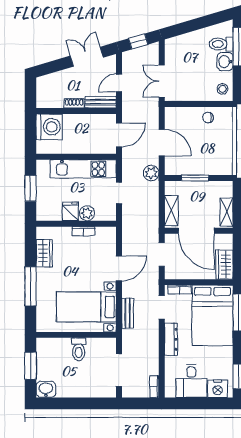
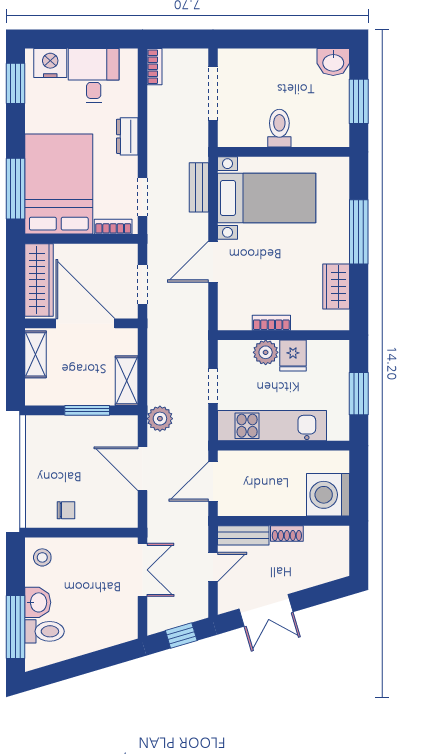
shelving: (171, 210) -> (127, 381), moved
wardrobe: (224, 265) -> (39, 280), width x1.50
dresser: (171, 339) -> (127, 136), width x0.70

